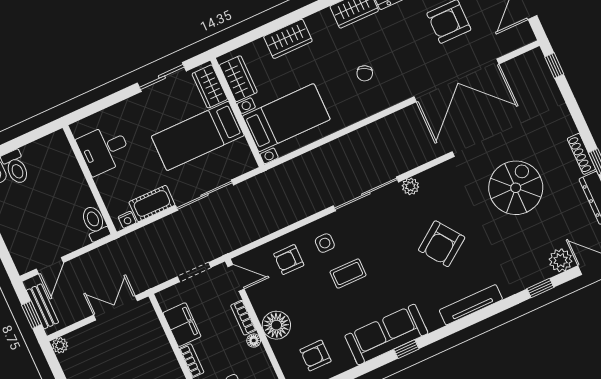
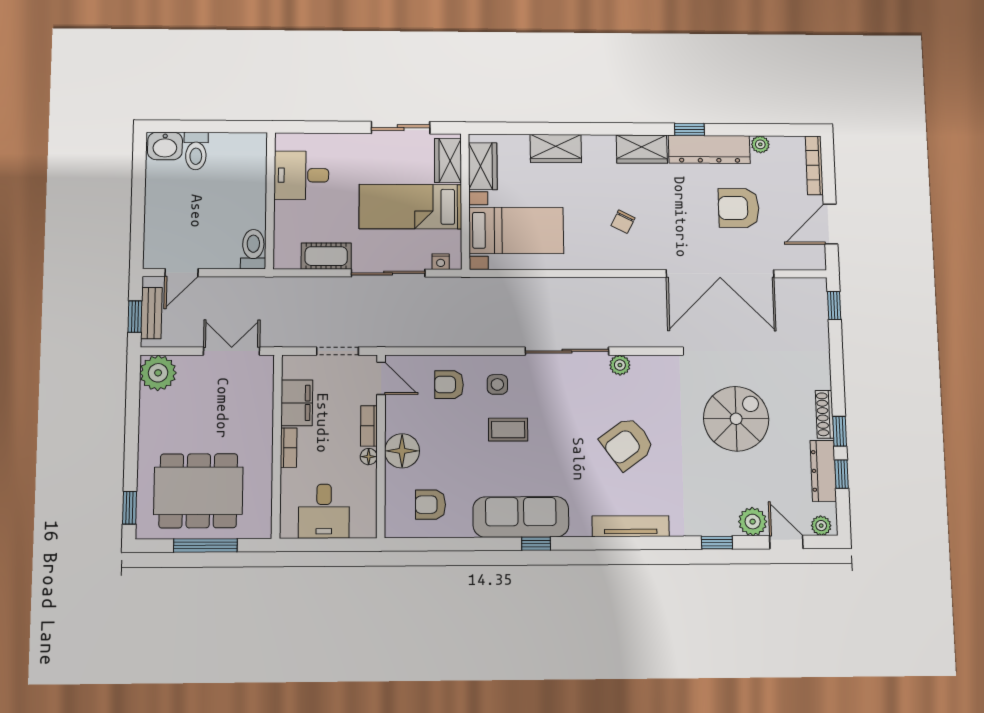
nightstand: (127, 220) -> (441, 262), moved
plant: (60, 345) -> (158, 373), width x1.87, depth x1.87

